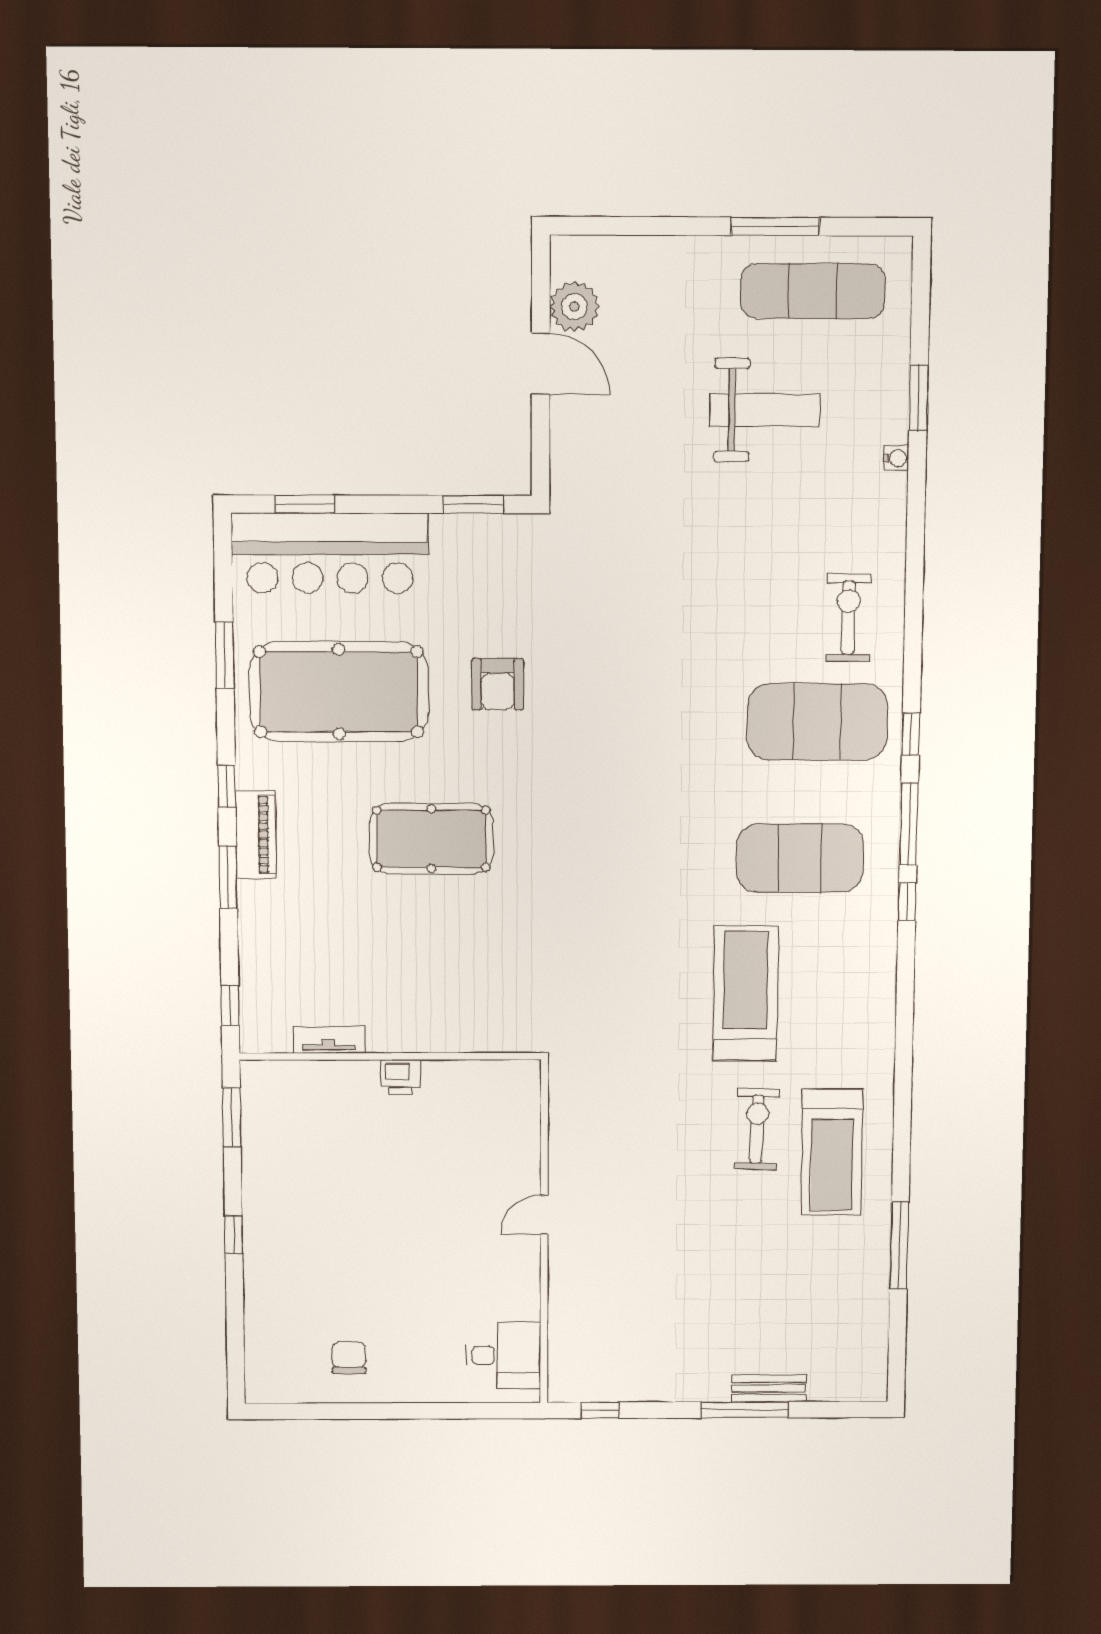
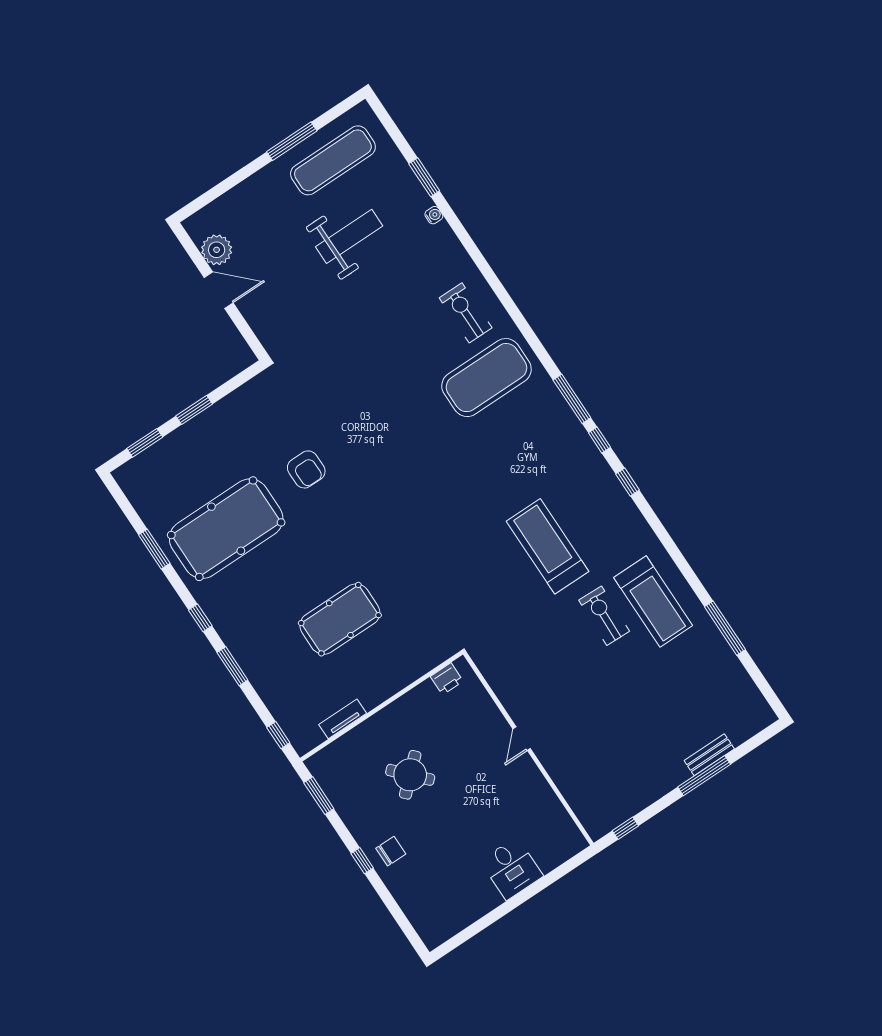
window: (473, 504) -> (194, 410), moved
bar counter: (330, 553) -> (174, 459), removed
window: (911, 734) -> (627, 482), moved
piano: (256, 835) -> (232, 633), removed
pool table: (431, 839) -> (340, 619), moved
exercise mat: (800, 858) -> (527, 455), removed
printer: (401, 1077) -> (447, 679), moved
round table: (369, 1167) -> (410, 775), added
desk: (503, 1355) -> (512, 868), moved, turned 90
chair: (349, 1358) -> (391, 851), moved, turned 90

